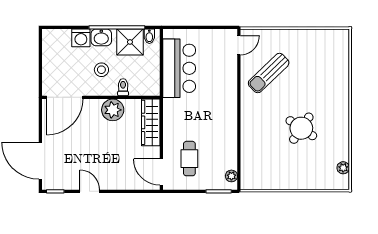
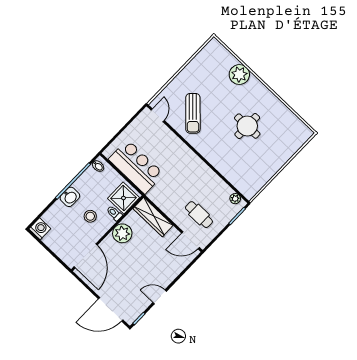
washing machine: (81, 38) -> (40, 229), moved, turned -90
shower: (130, 42) -> (123, 198), moved
round table: (301, 128) -> (247, 126), turned -34
plant: (343, 168) -> (239, 75), moved, width x1.87, depth x1.87

